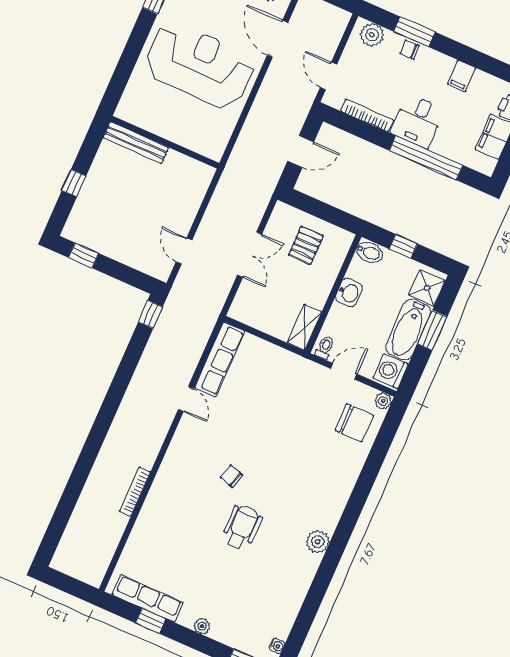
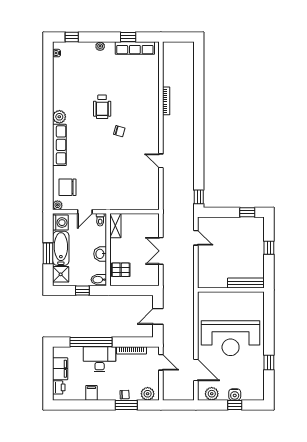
desk: (418, 121) -> (100, 359), width x1.37
pallet: (306, 245) -> (121, 270), moved, turned 90
row of seats: (220, 359) -> (59, 145), moved, turned 180

